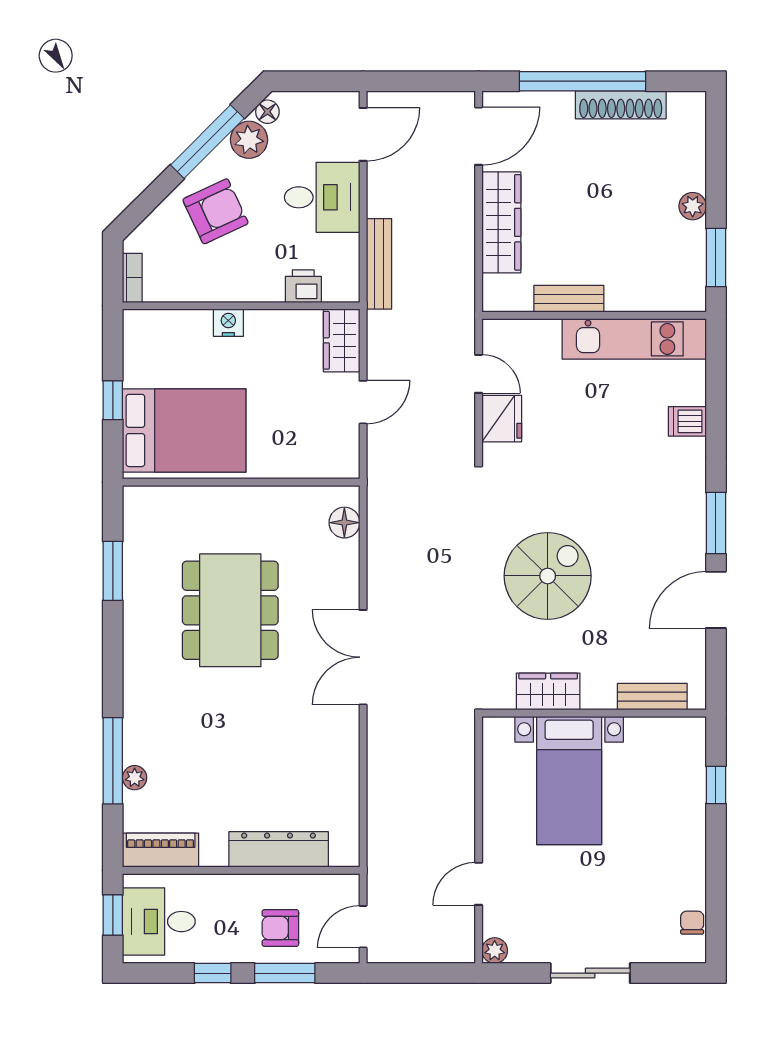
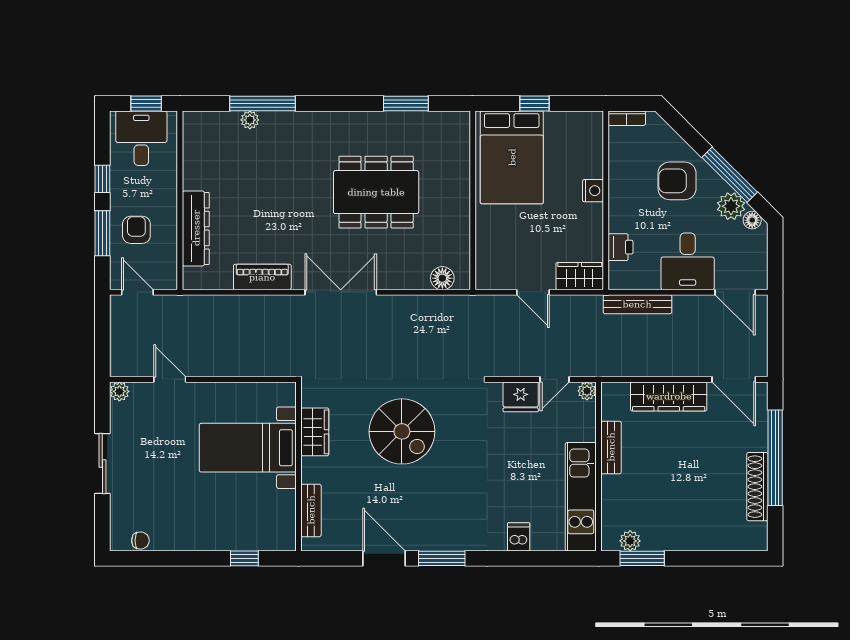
plant: (693, 206) -> (630, 541), moved
armchair: (215, 211) -> (677, 181), turned 115
plant: (494, 331) -> (587, 391), added
piano: (161, 850) -> (262, 277), moved, turned -90

